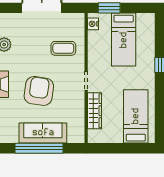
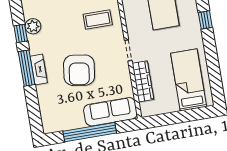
armchair: (39, 91) -> (79, 70), turned 180
sofa: (43, 133) -> (110, 112), moved

